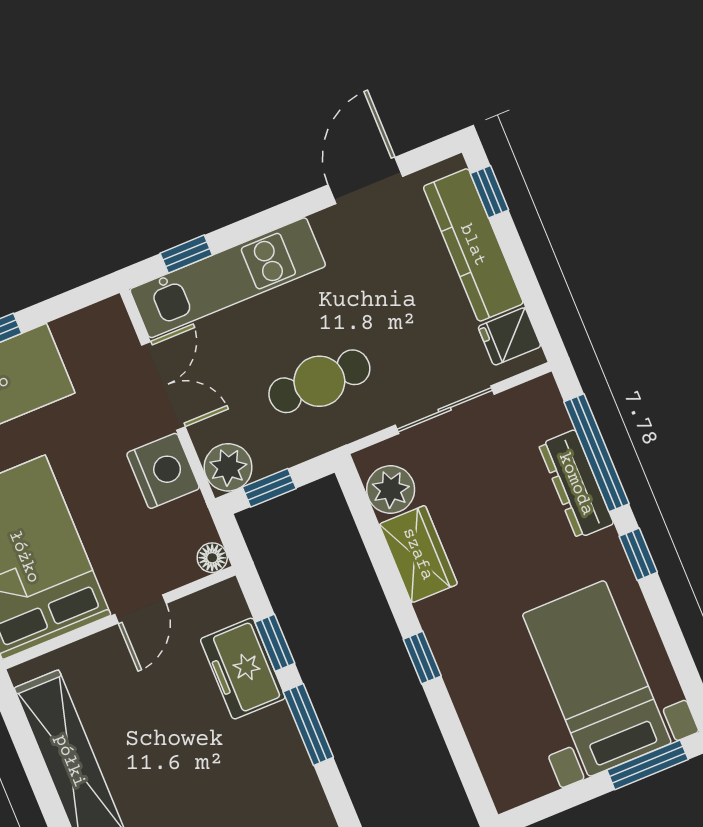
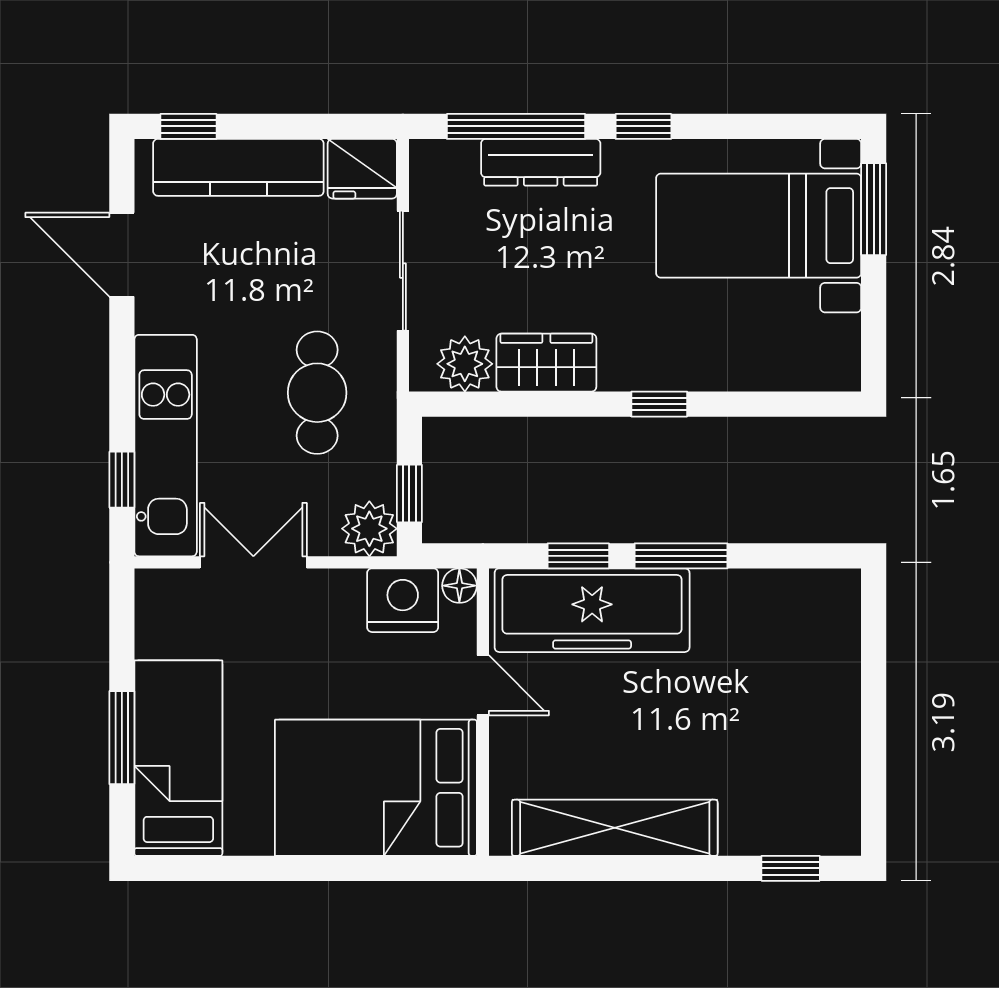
fridge: (509, 336) -> (362, 169), width x1.38
nightstand: (163, 471) -> (403, 600), moved
freezer: (243, 669) -> (592, 610), width x1.91, depth x1.26

